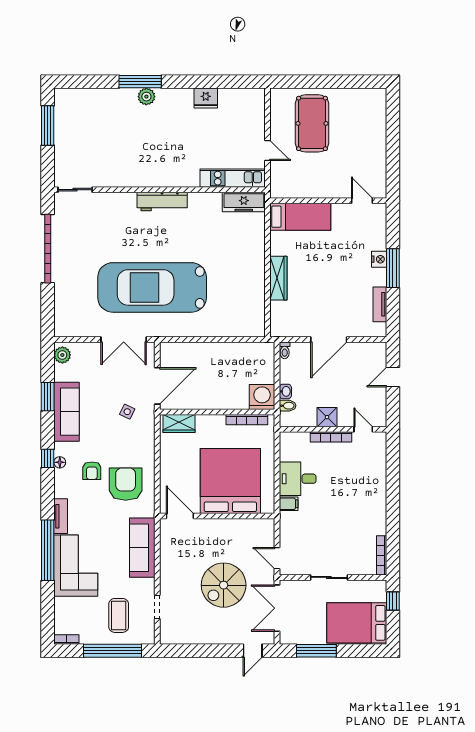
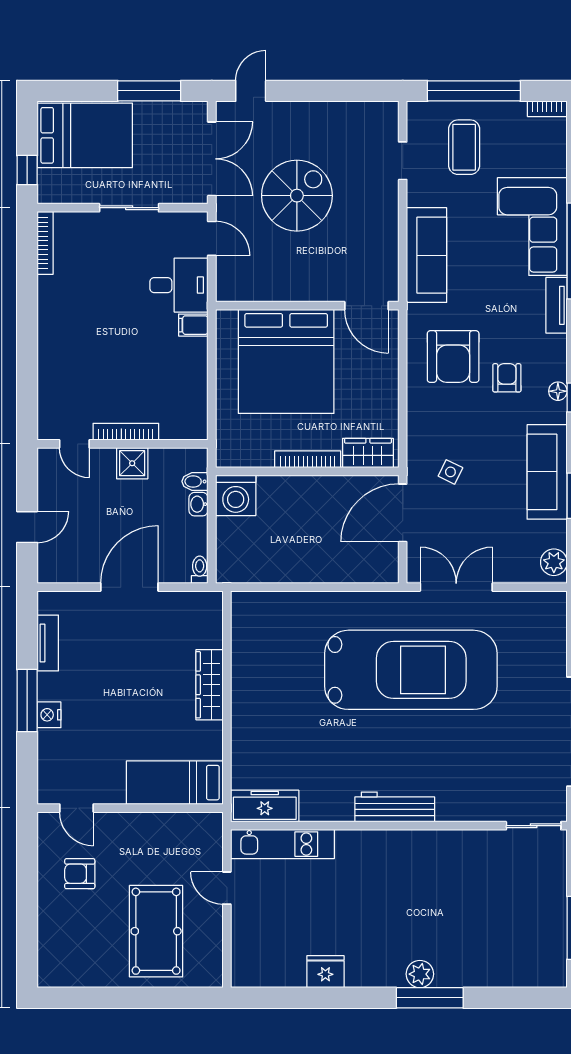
armchair: (360, 160) -> (80, 874), added
bookcase: (247, 420) -> (308, 459), moved
desk: (298, 479) -> (179, 285), moved

